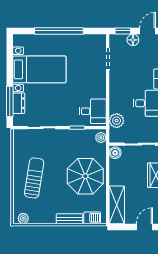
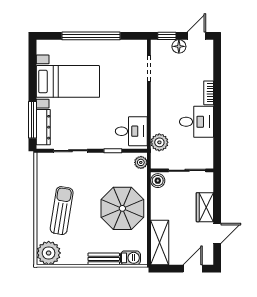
dresser: (19, 103) -> (43, 127), width x1.44
plant: (23, 218) -> (49, 253), width x1.87, depth x1.87

